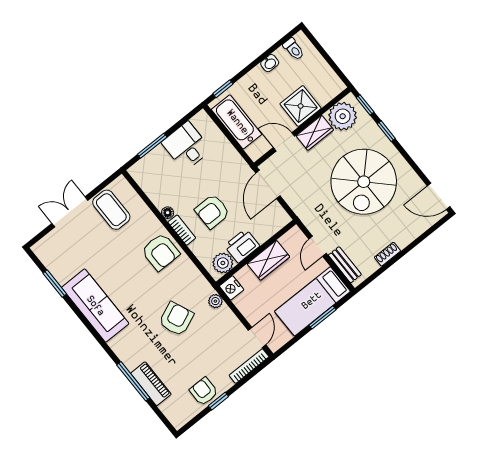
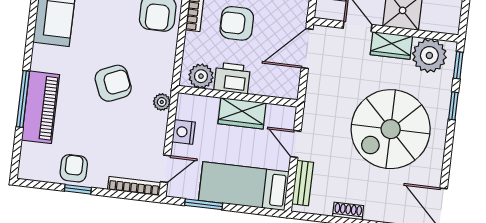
door: (318, 246) -> (296, 144), hinge flipped
nightstand: (232, 288) -> (184, 132), moved
window: (322, 317) -> (204, 204), moved
piano: (151, 384) -> (40, 107), width x1.37, depth x1.33

